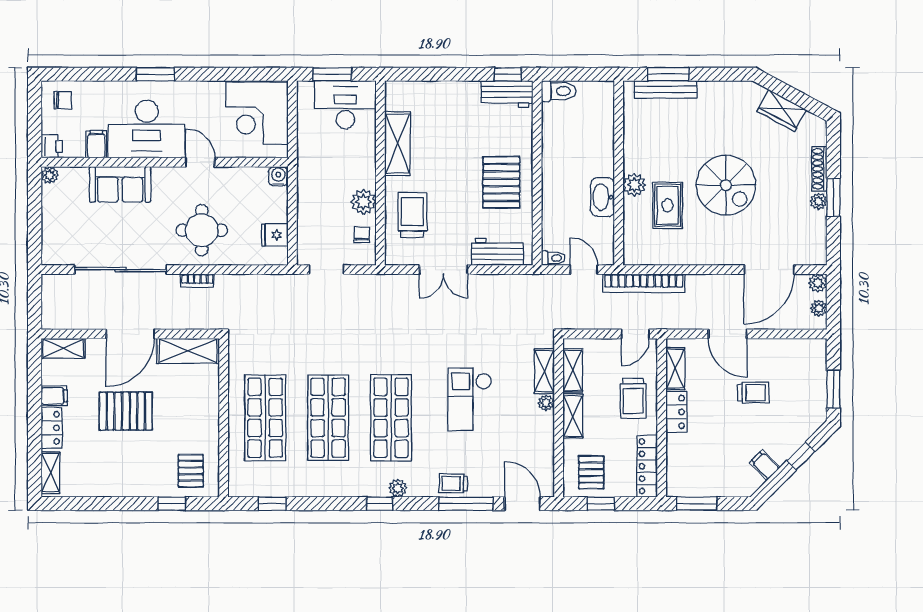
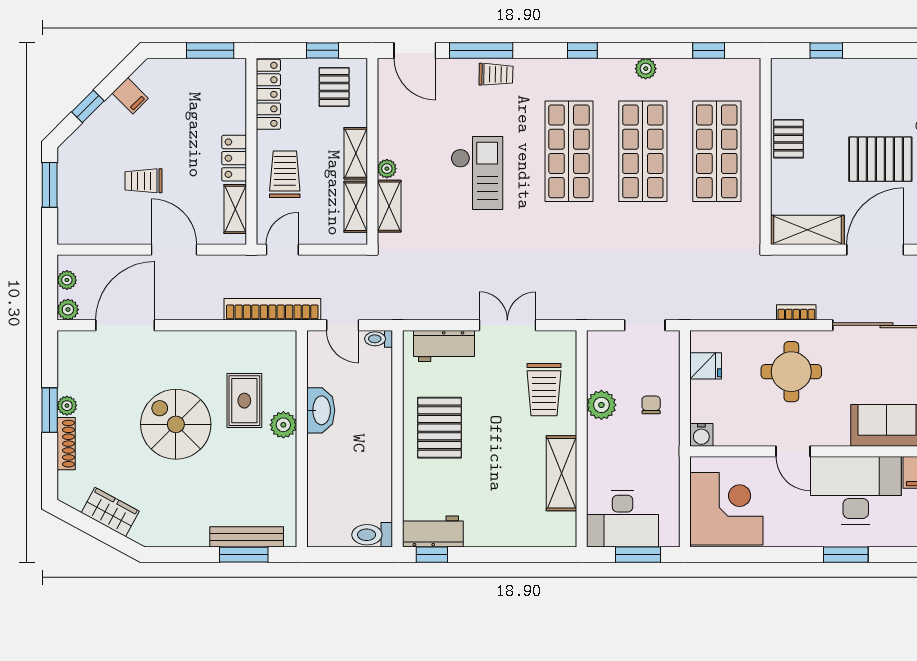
chair: (362, 235) -> (651, 405), moved, turned 180
pallet: (191, 471) -> (789, 139), moved
plant: (398, 488) -> (646, 69), moved

